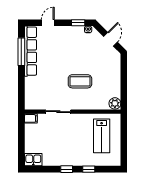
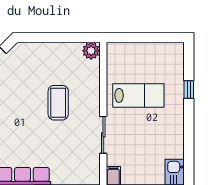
lab bench: (102, 136) -> (138, 95), moved
window: (67, 169) -> (189, 122), removed

